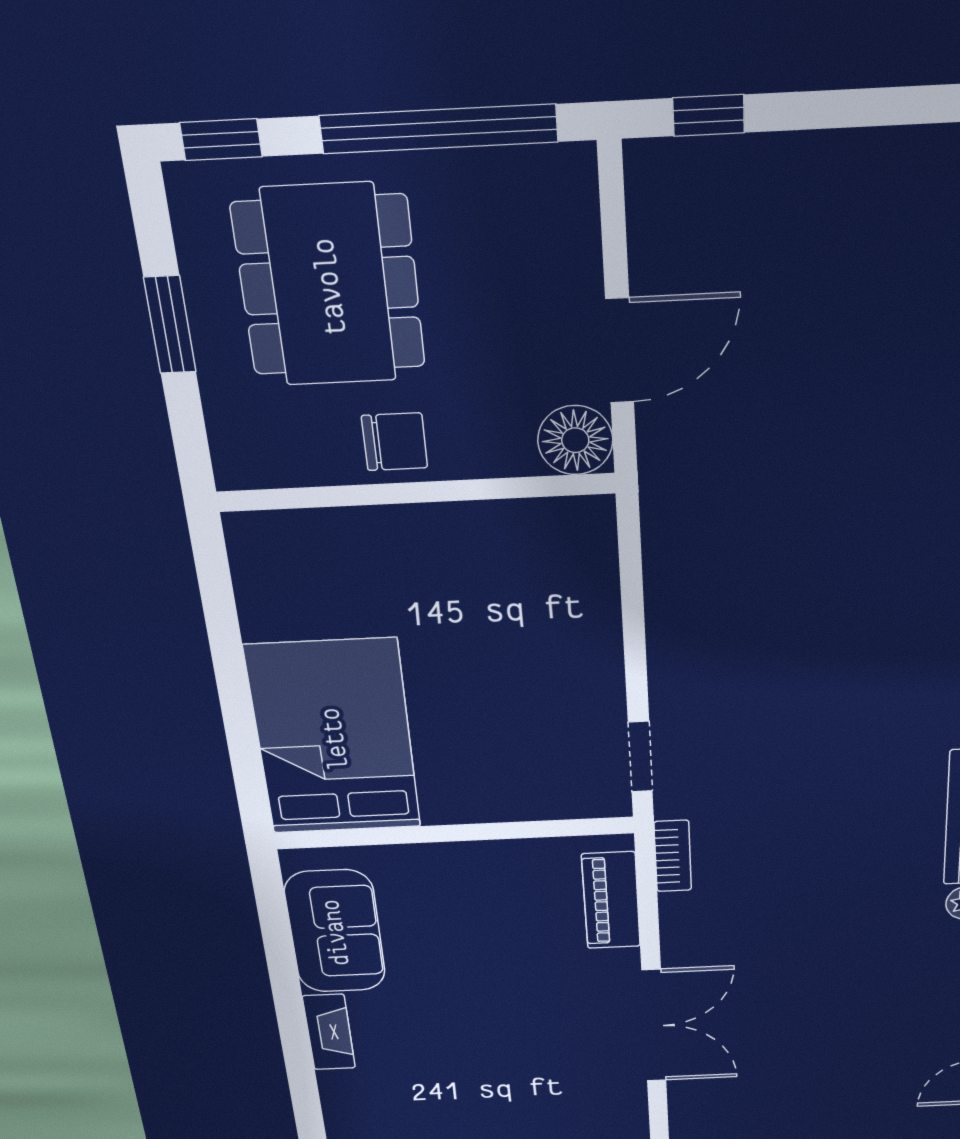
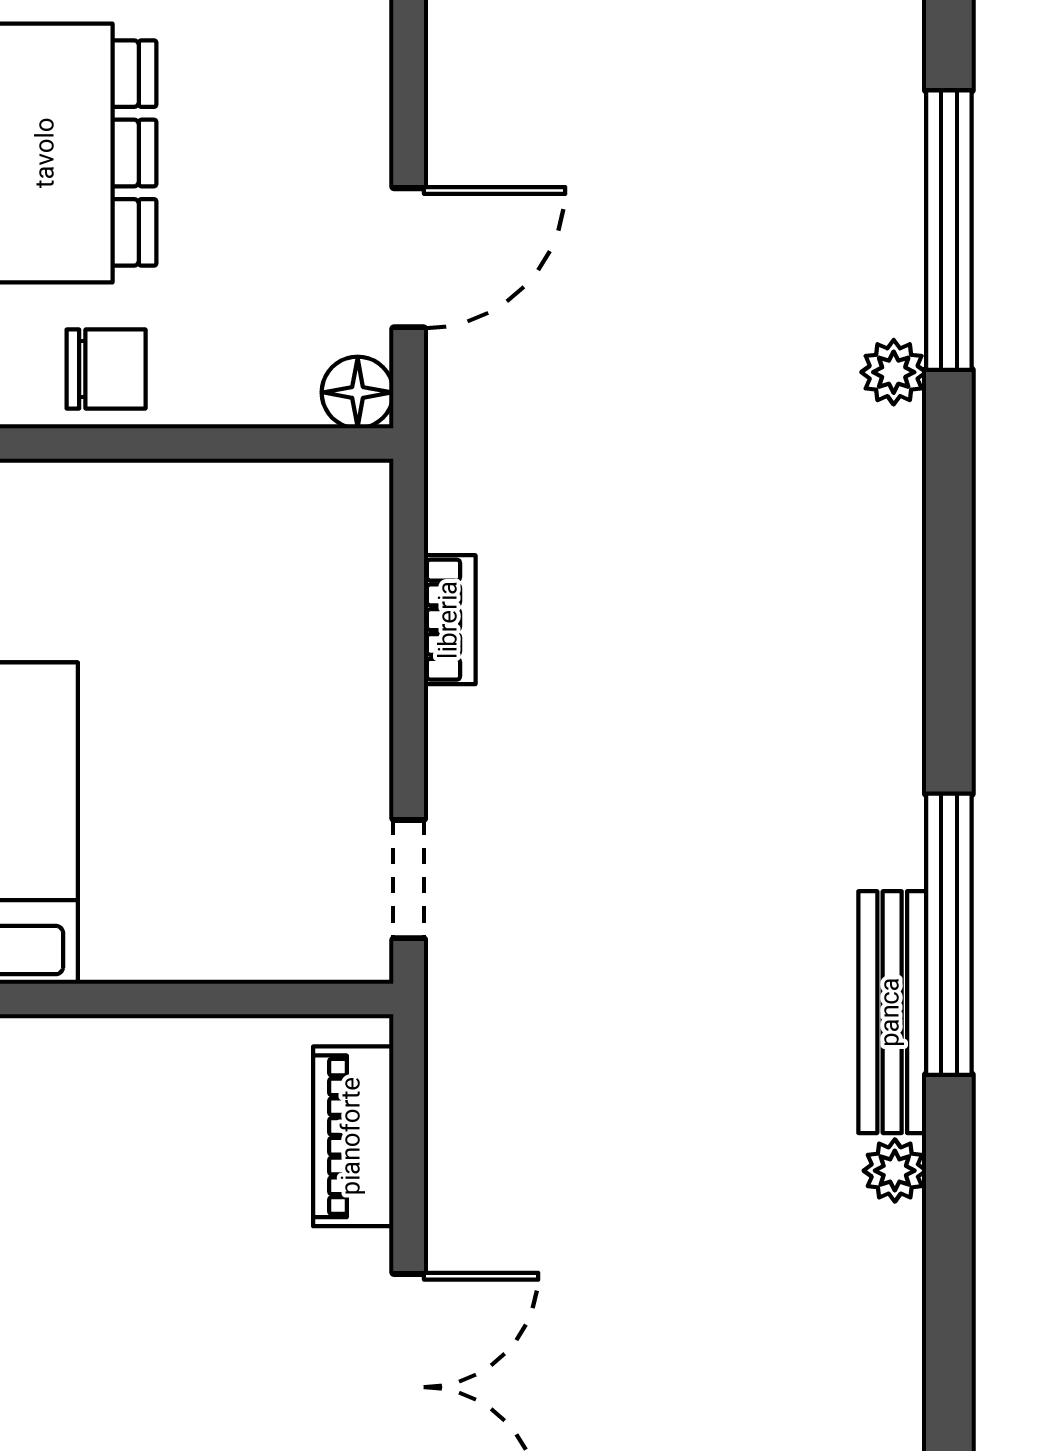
floor lamp: (575, 440) -> (358, 392), width x0.73, depth x0.73
bookcase: (673, 856) -> (450, 620), moved

